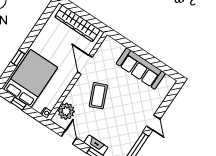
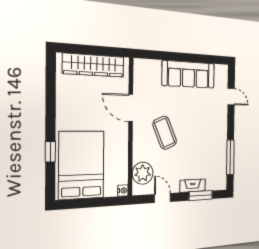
window: (19, 104) -> (86, 203), removed
door: (153, 123) -> (231, 97), moved

